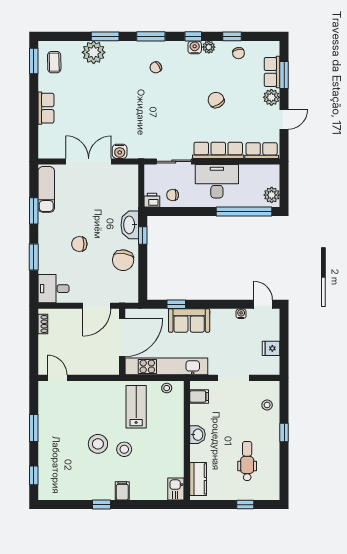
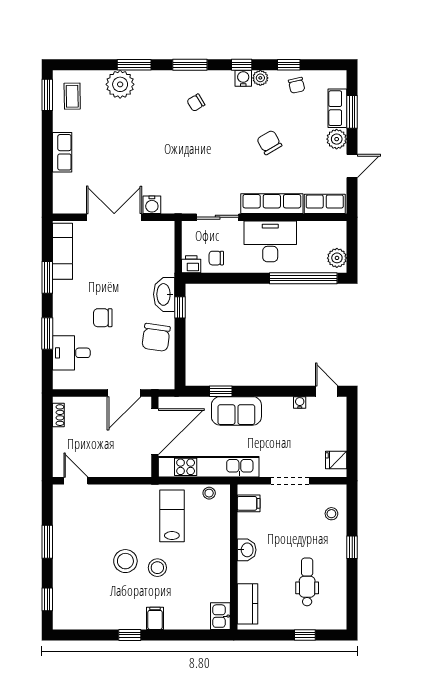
desk: (54, 289) -> (71, 353), moved
fridge: (271, 348) -> (336, 460), moved

